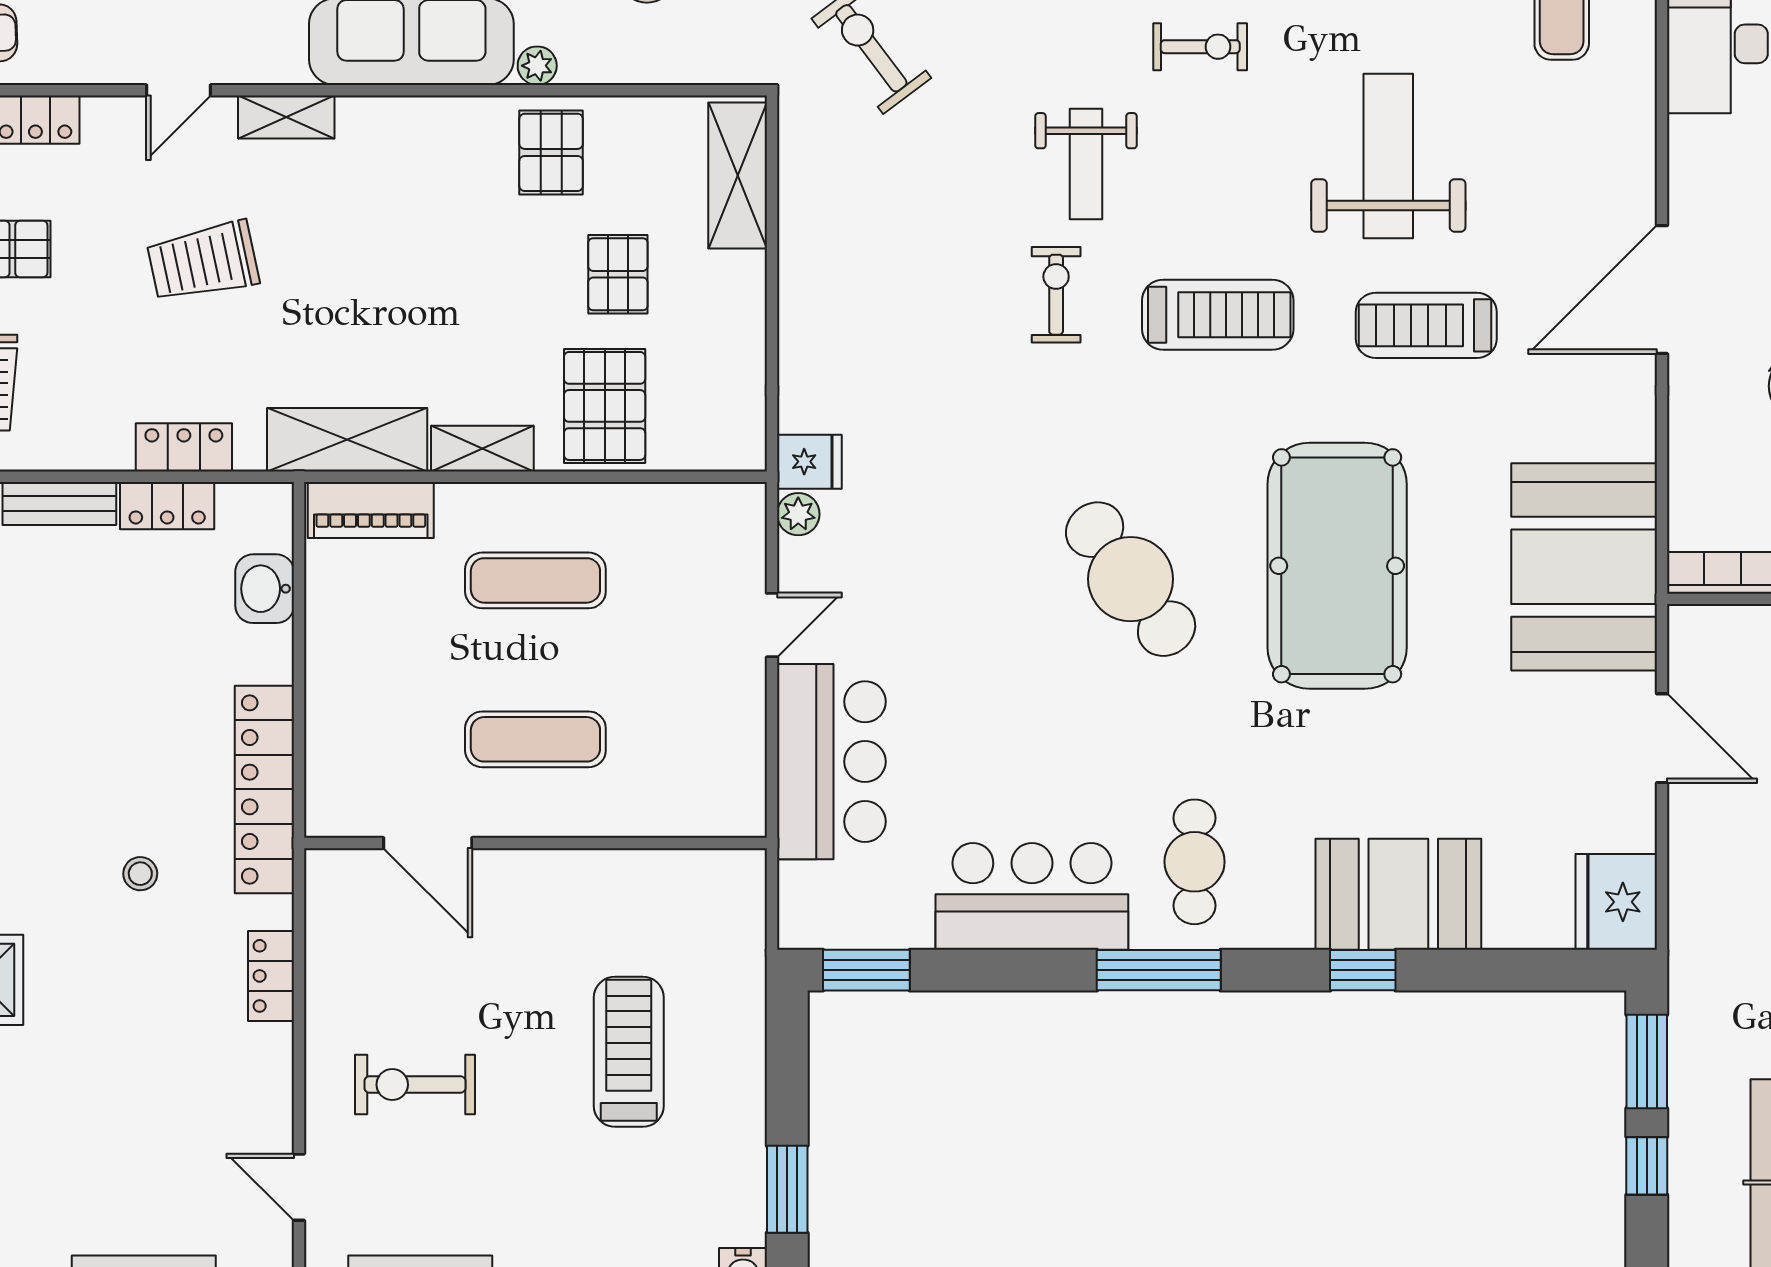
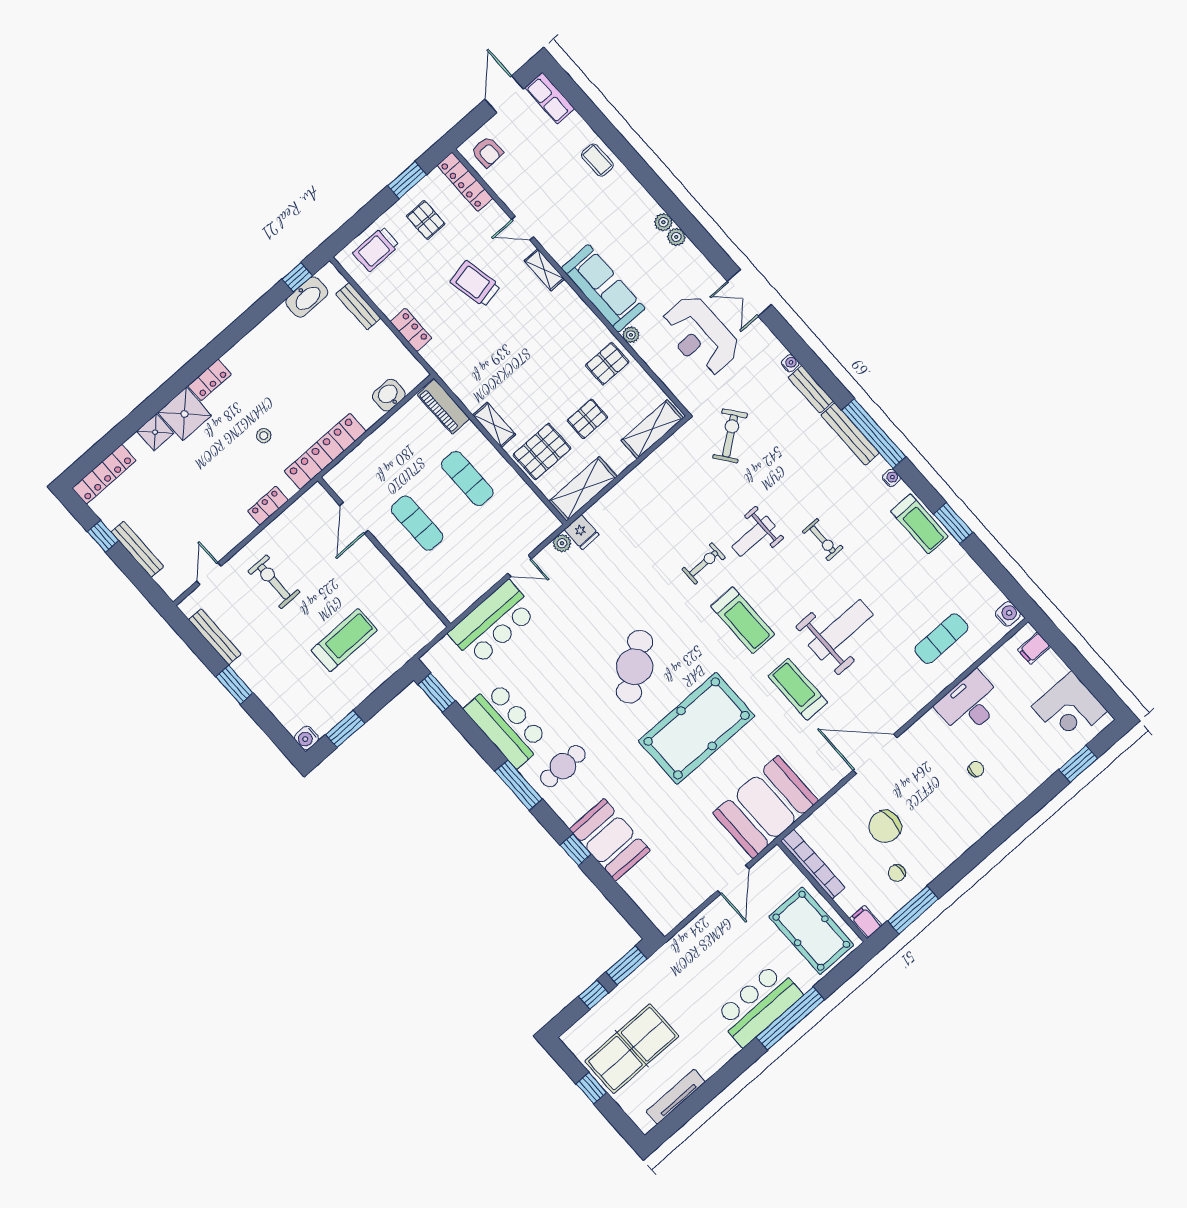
shelving: (347, 440) -> (583, 489), moved, turned 90
locker: (167, 506) -> (388, 341), removed
fridge: (1616, 902) -> (668, 911), removed

